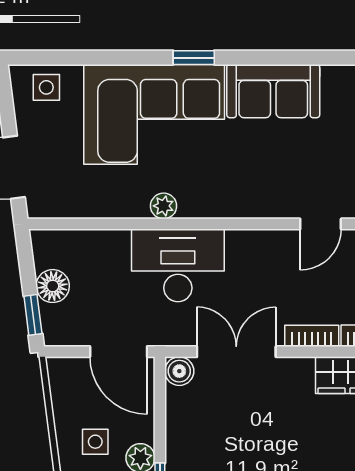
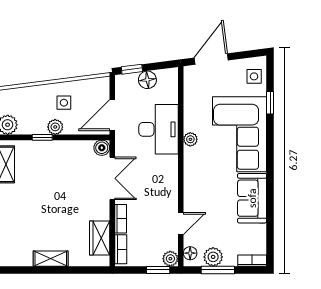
window: (194, 58) -> (270, 103), moved
door: (321, 224) -> (181, 224), swing flipped
desk: (178, 265) -> (159, 129), moved

